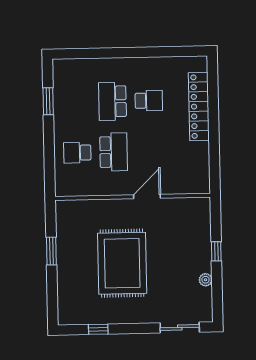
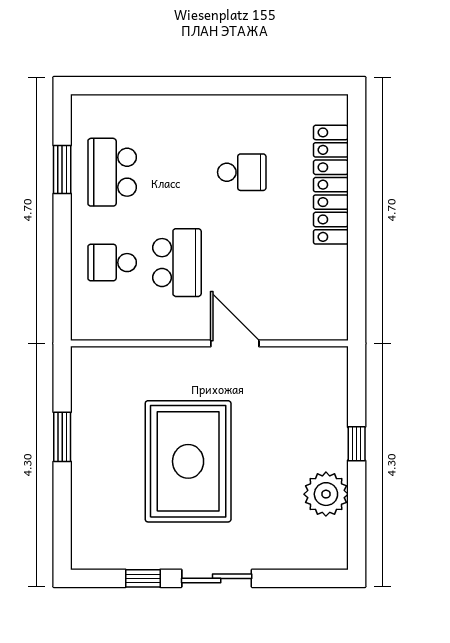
school desk: (113, 101) -> (112, 172), moved
door: (147, 197) -> (235, 343), hinge flipped
plant: (206, 280) -> (326, 494), width x1.88, depth x1.88
sliding door: (180, 328) -> (217, 578), moved

